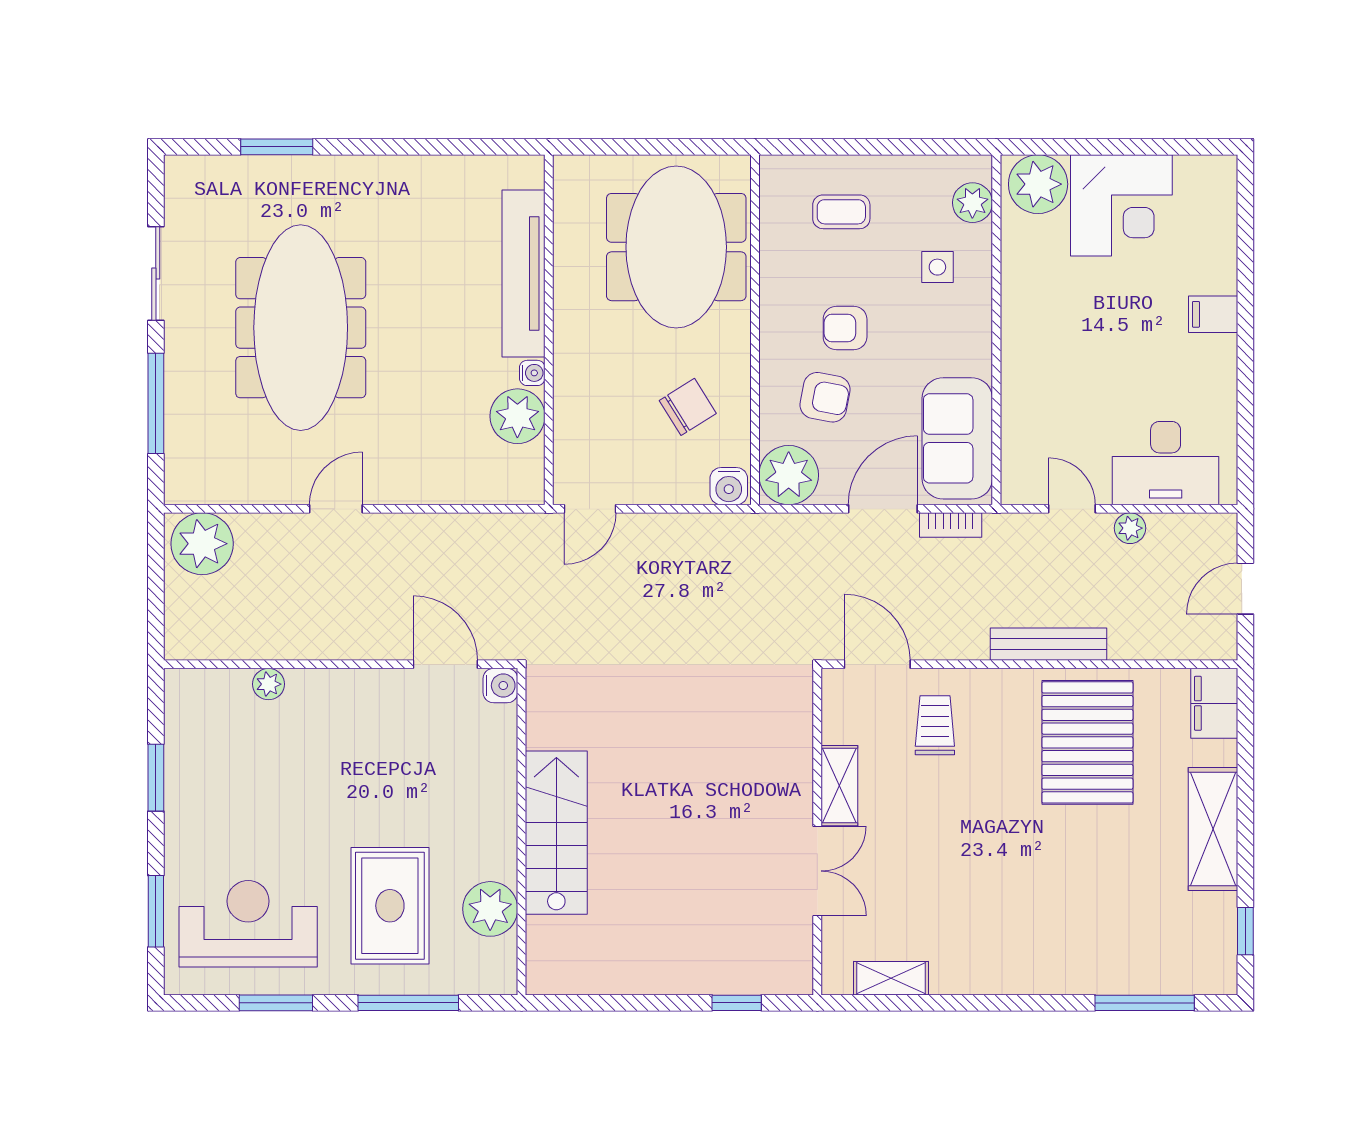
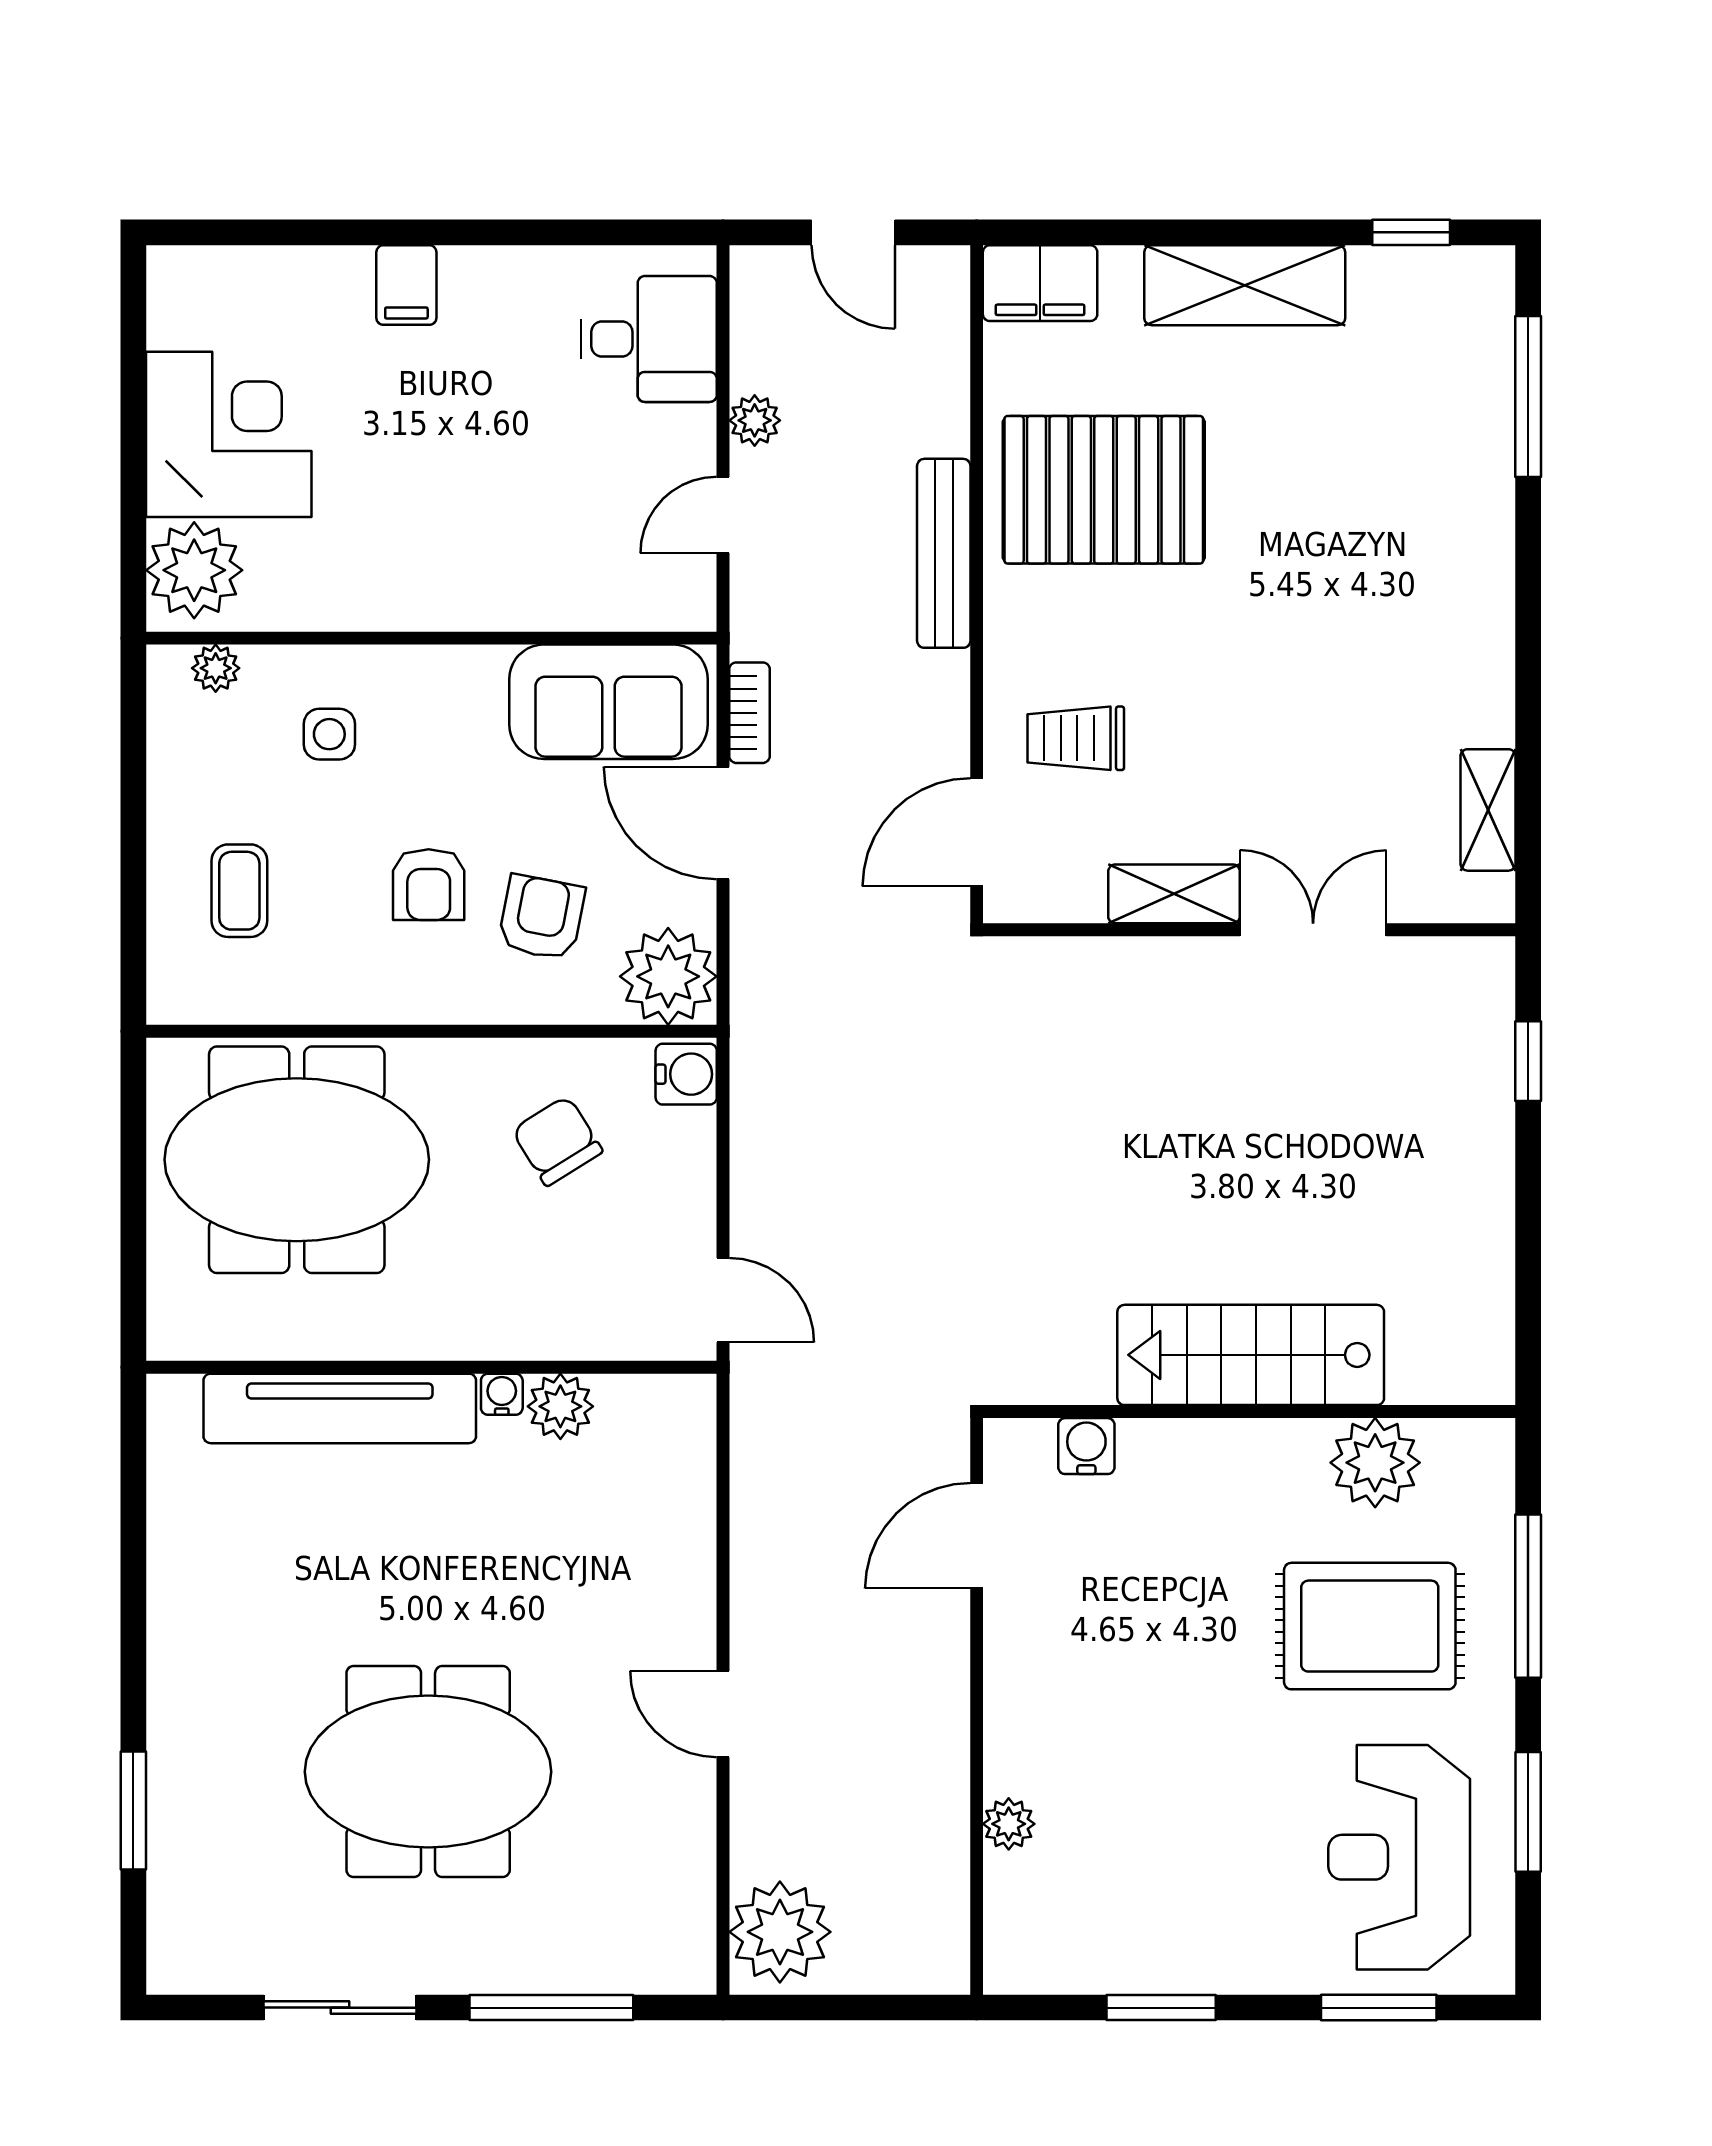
plant: (972, 203) -> (216, 668), width x0.73, depth x0.73
meeting table: (301, 328) -> (428, 1772), width x0.73
plant: (517, 416) -> (560, 1406), width x0.73, depth x0.73
desk: (1166, 463) -> (649, 339), width x0.73
water cooler: (500, 686) -> (1086, 1446), moved

